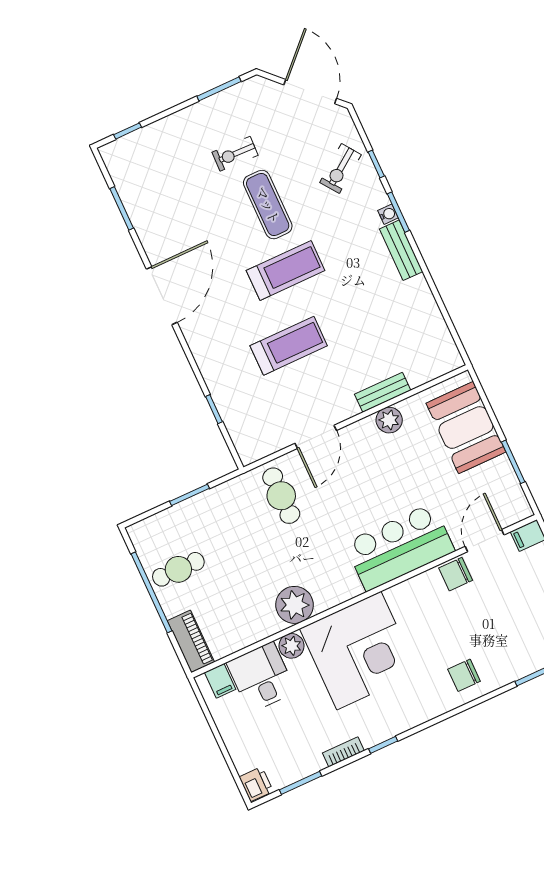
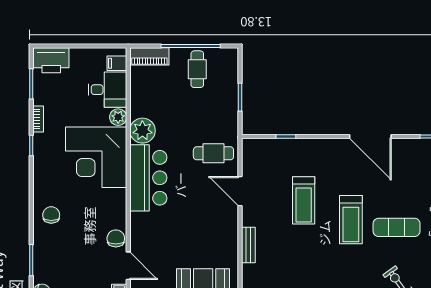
plant: (389, 420) -> (229, 241), removed
bar counter: (400, 547) -> (148, 178), moved
printer: (256, 784) -> (51, 60), width x1.87, depth x1.48

